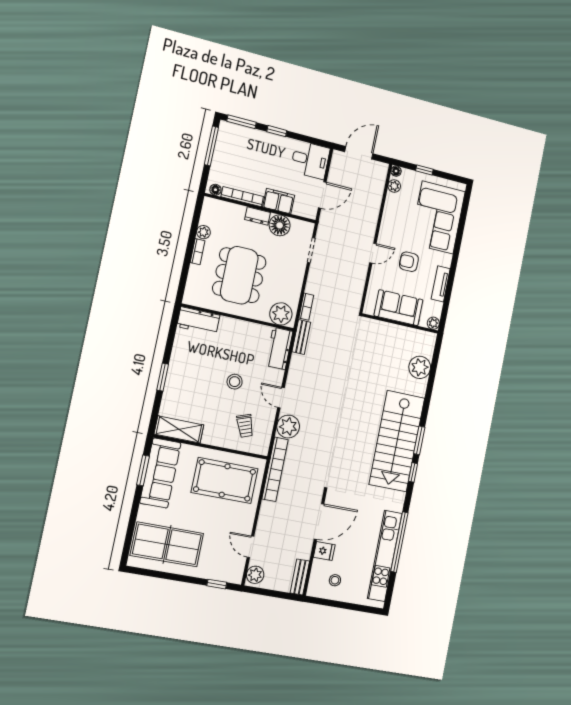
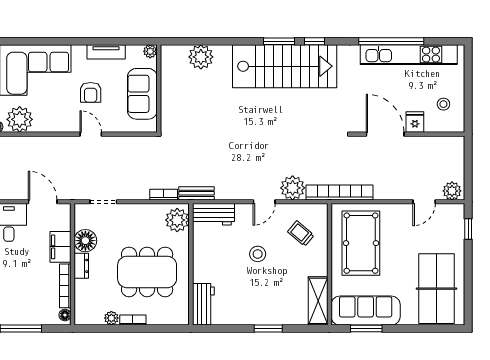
plant: (394, 186) -> (20, 119), width x1.87, depth x1.87
trolley: (245, 426) -> (301, 234), turned -120
bench: (300, 577) -> (446, 143), removed

